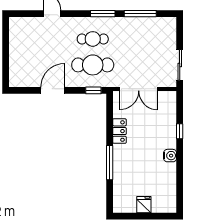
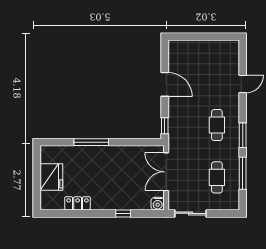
cafe table: (93, 65) -> (217, 177), moved, width x0.73, depth x0.74
locker: (119, 131) -> (78, 203), moved, turned 180
water cooler: (170, 156) -> (158, 204), moved
fridge: (144, 205) -> (51, 177), width x1.88, depth x1.34

